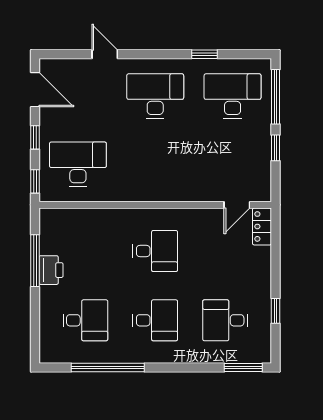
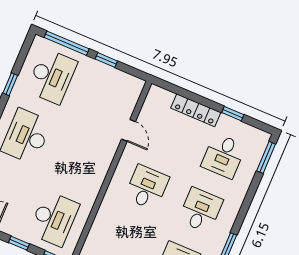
desk: (233, 96) -> (52, 76), turned 180
desk: (78, 164) -> (54, 219), turned 180
door: (237, 205) -> (129, 130), moved
locker: (262, 226) -> (196, 110), moved, width x1.53

